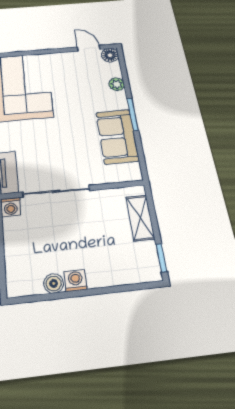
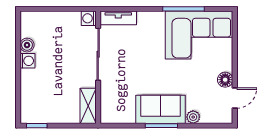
floor lamp: (110, 55) -> (225, 80), moved
sofa: (117, 136) -> (161, 109), moved
shelving: (140, 218) -> (88, 106), moved, turned 90

